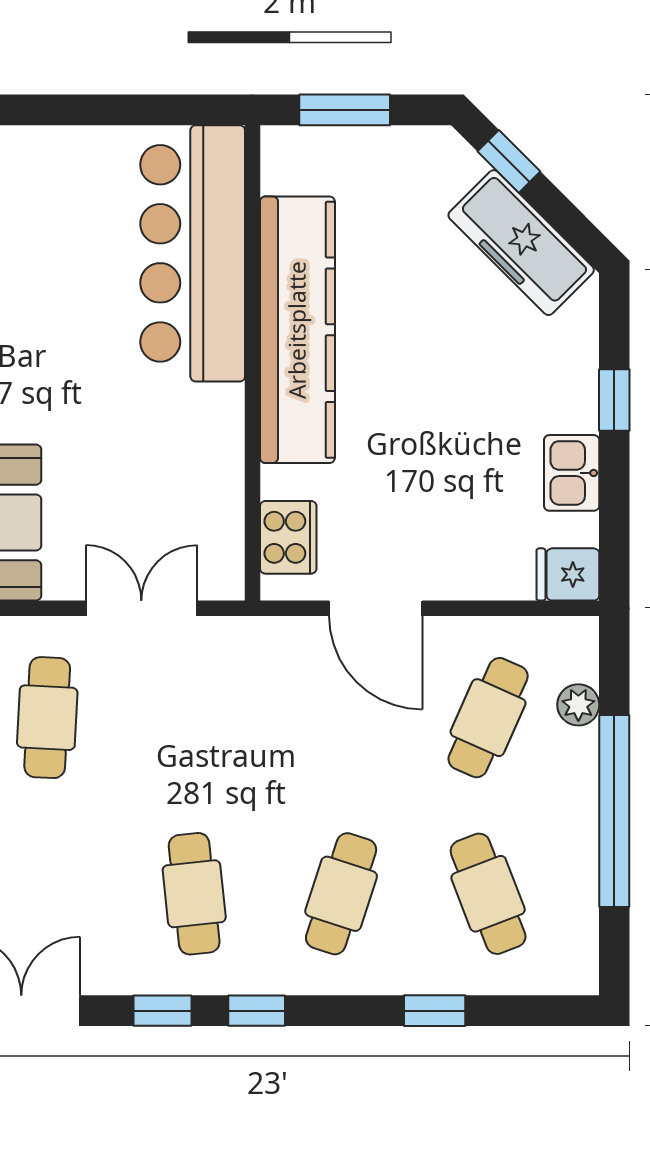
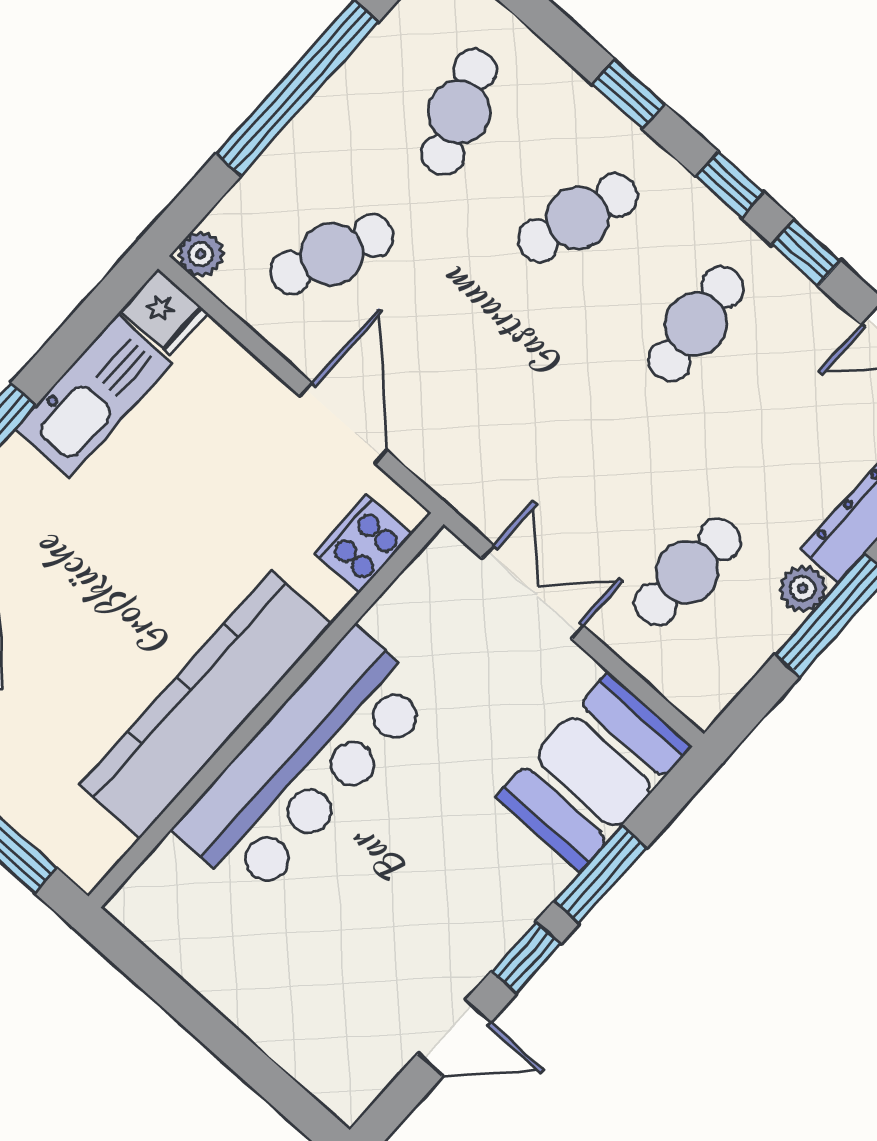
bar counter: (193, 253) -> (305, 764), moved
kitchen sink: (572, 473) -> (93, 396), width x1.88, depth x1.24
double door: (141, 608) -> (533, 592), swing flipped
plant: (578, 705) -> (201, 254), moved
window: (435, 1011) -> (629, 94), moved

